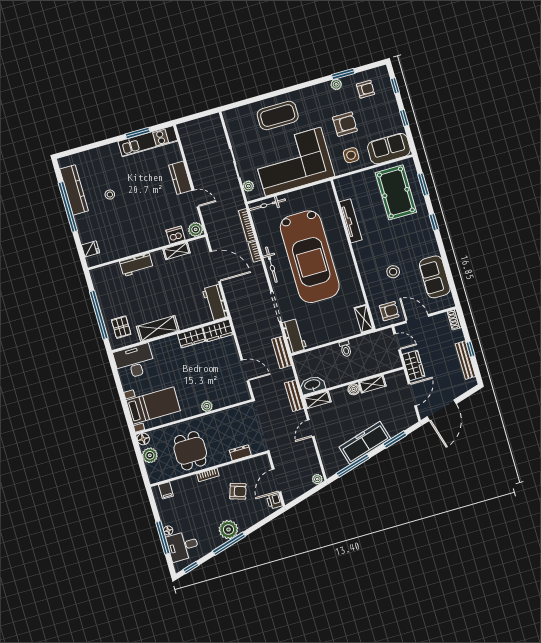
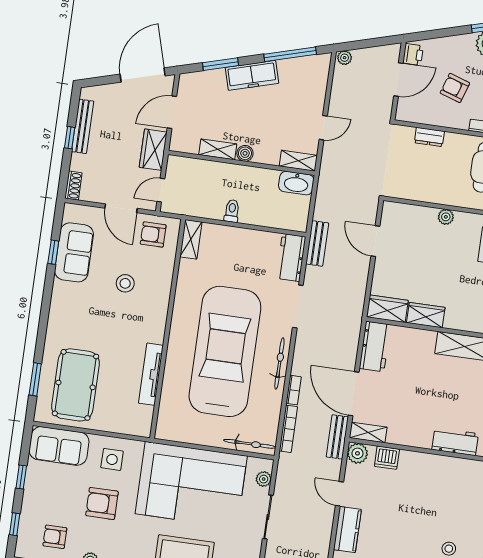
window: (434, 222) -> (53, 252), moved
shelving: (177, 251) -> (368, 433), moved
door: (397, 342) -> (161, 190), hinge flipped
bench: (294, 396) -> (337, 437), moved
freezer: (365, 443) -> (252, 75), width x0.73, depth x0.79

